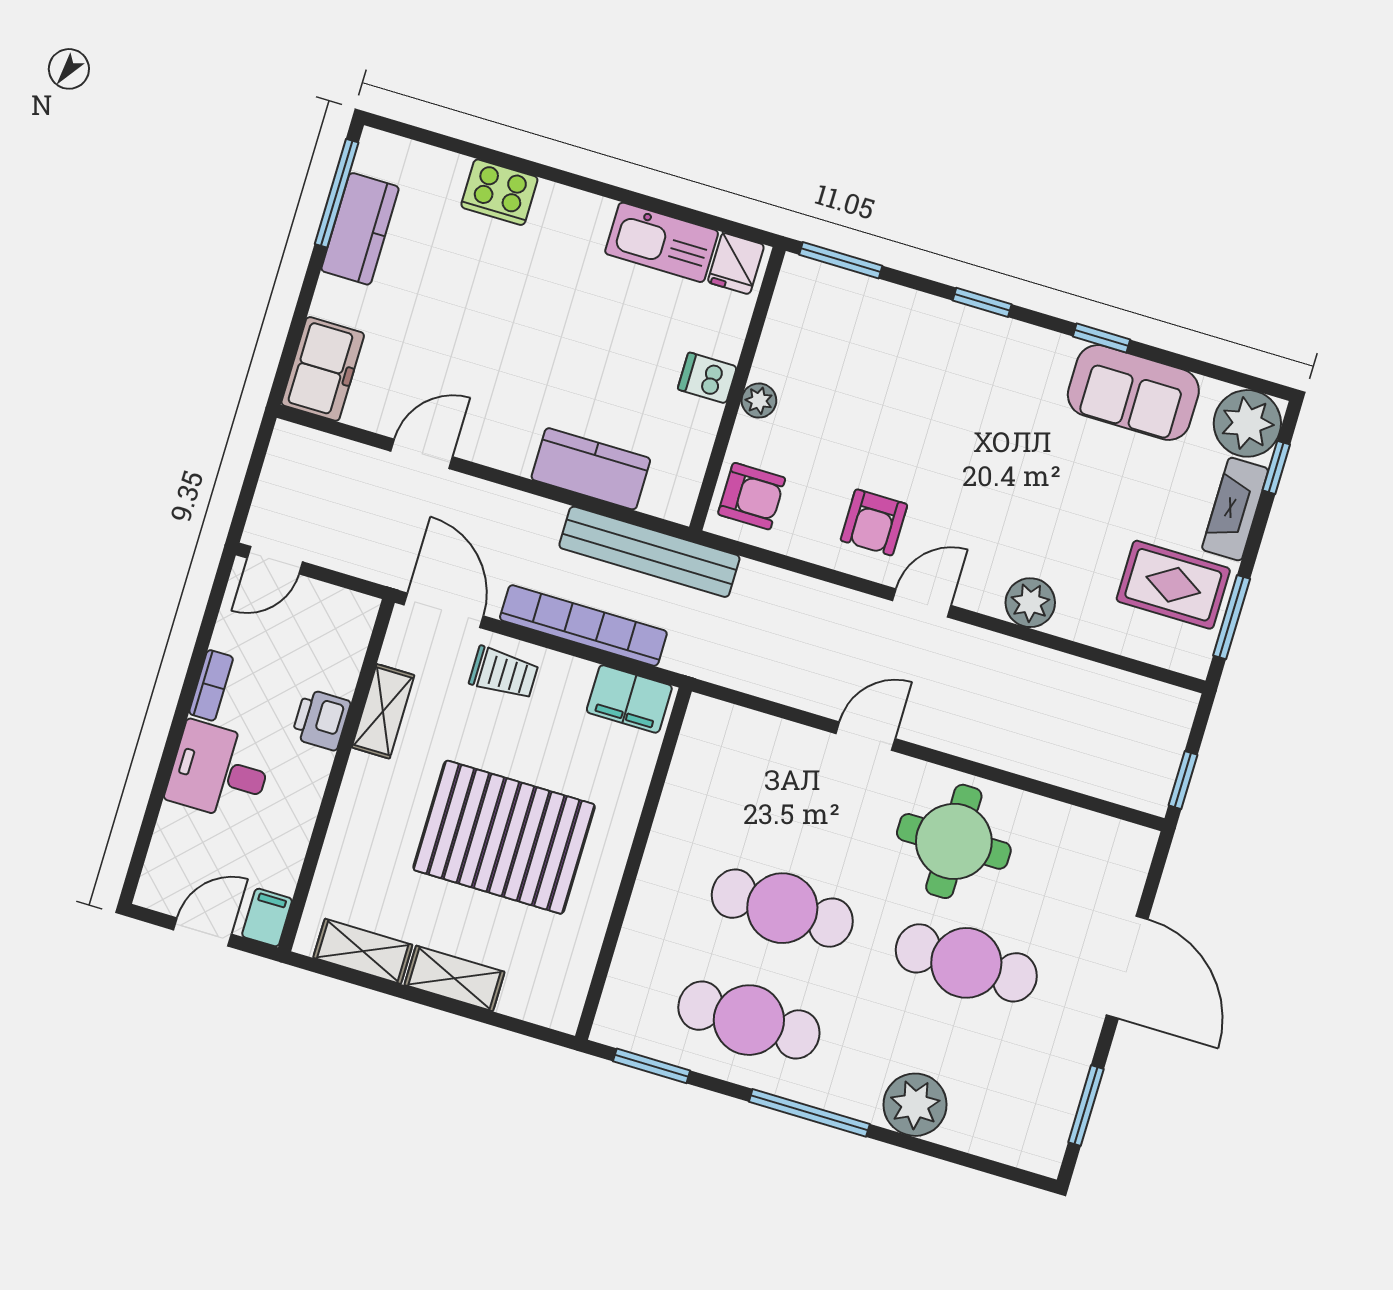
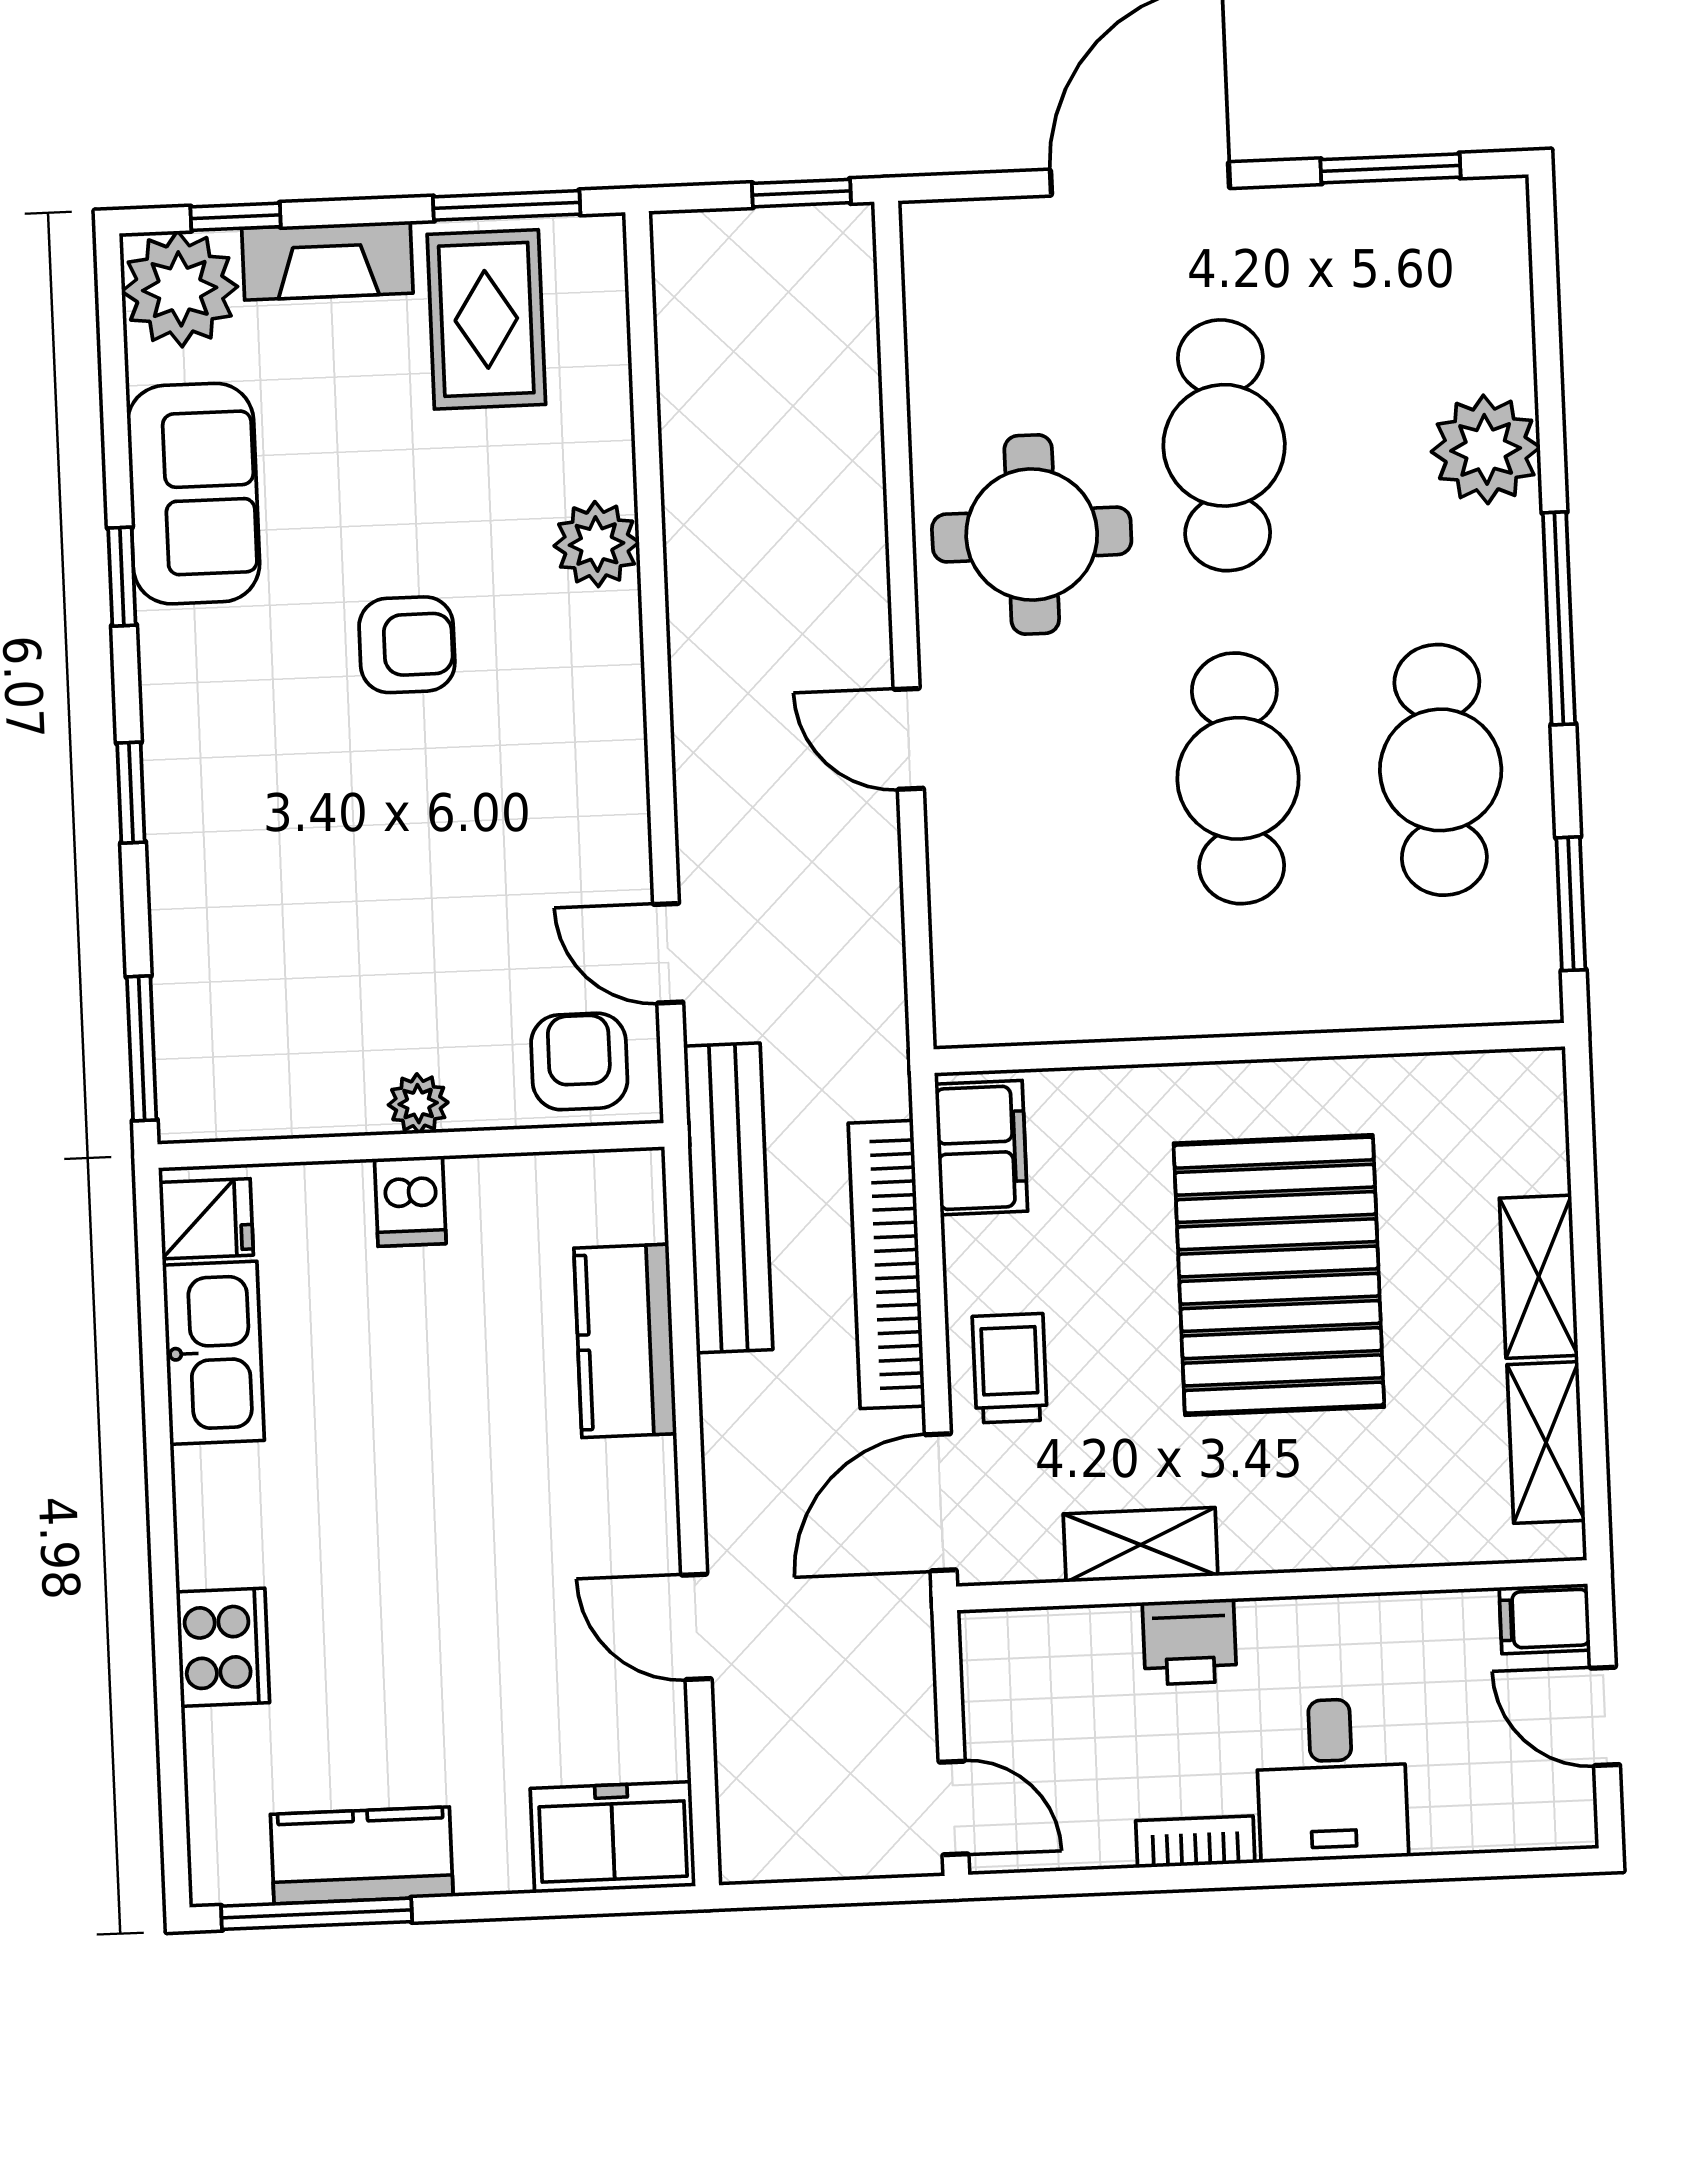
armchair: (874, 522) -> (407, 645), moved
door: (922, 603) -> (668, 953), moved

